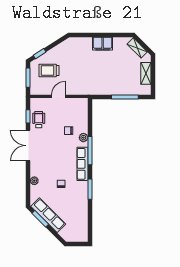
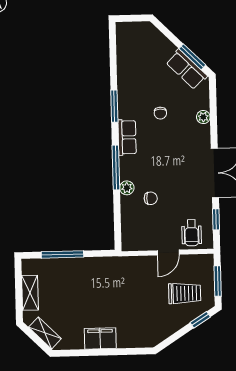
wheelchair: (39, 120) -> (192, 233), moved
row of seats: (82, 164) -> (127, 137), width x0.68
row of seats: (48, 215) -> (187, 69), width x0.68

